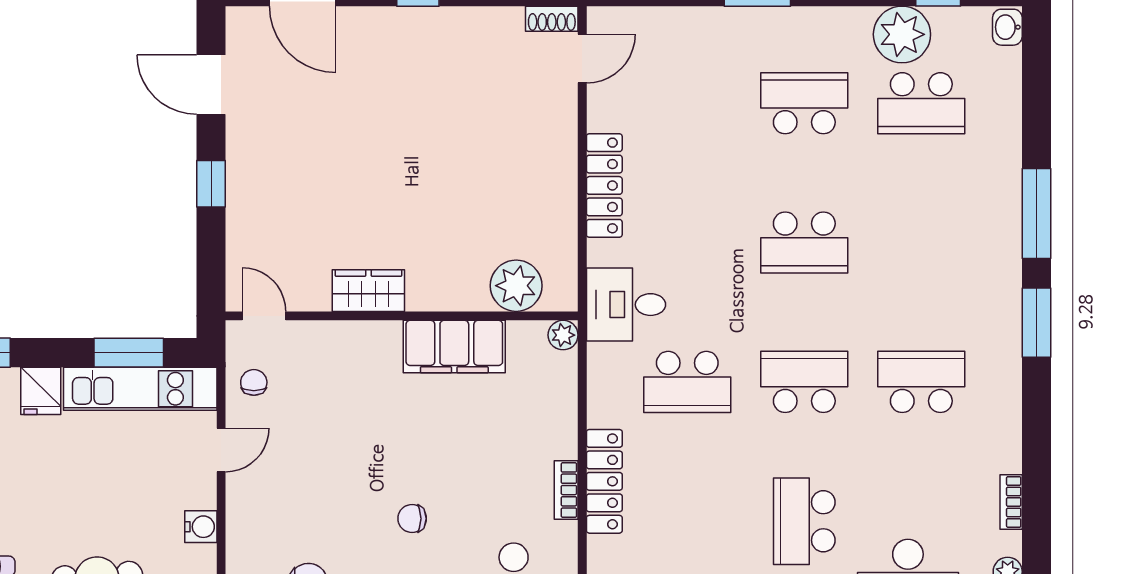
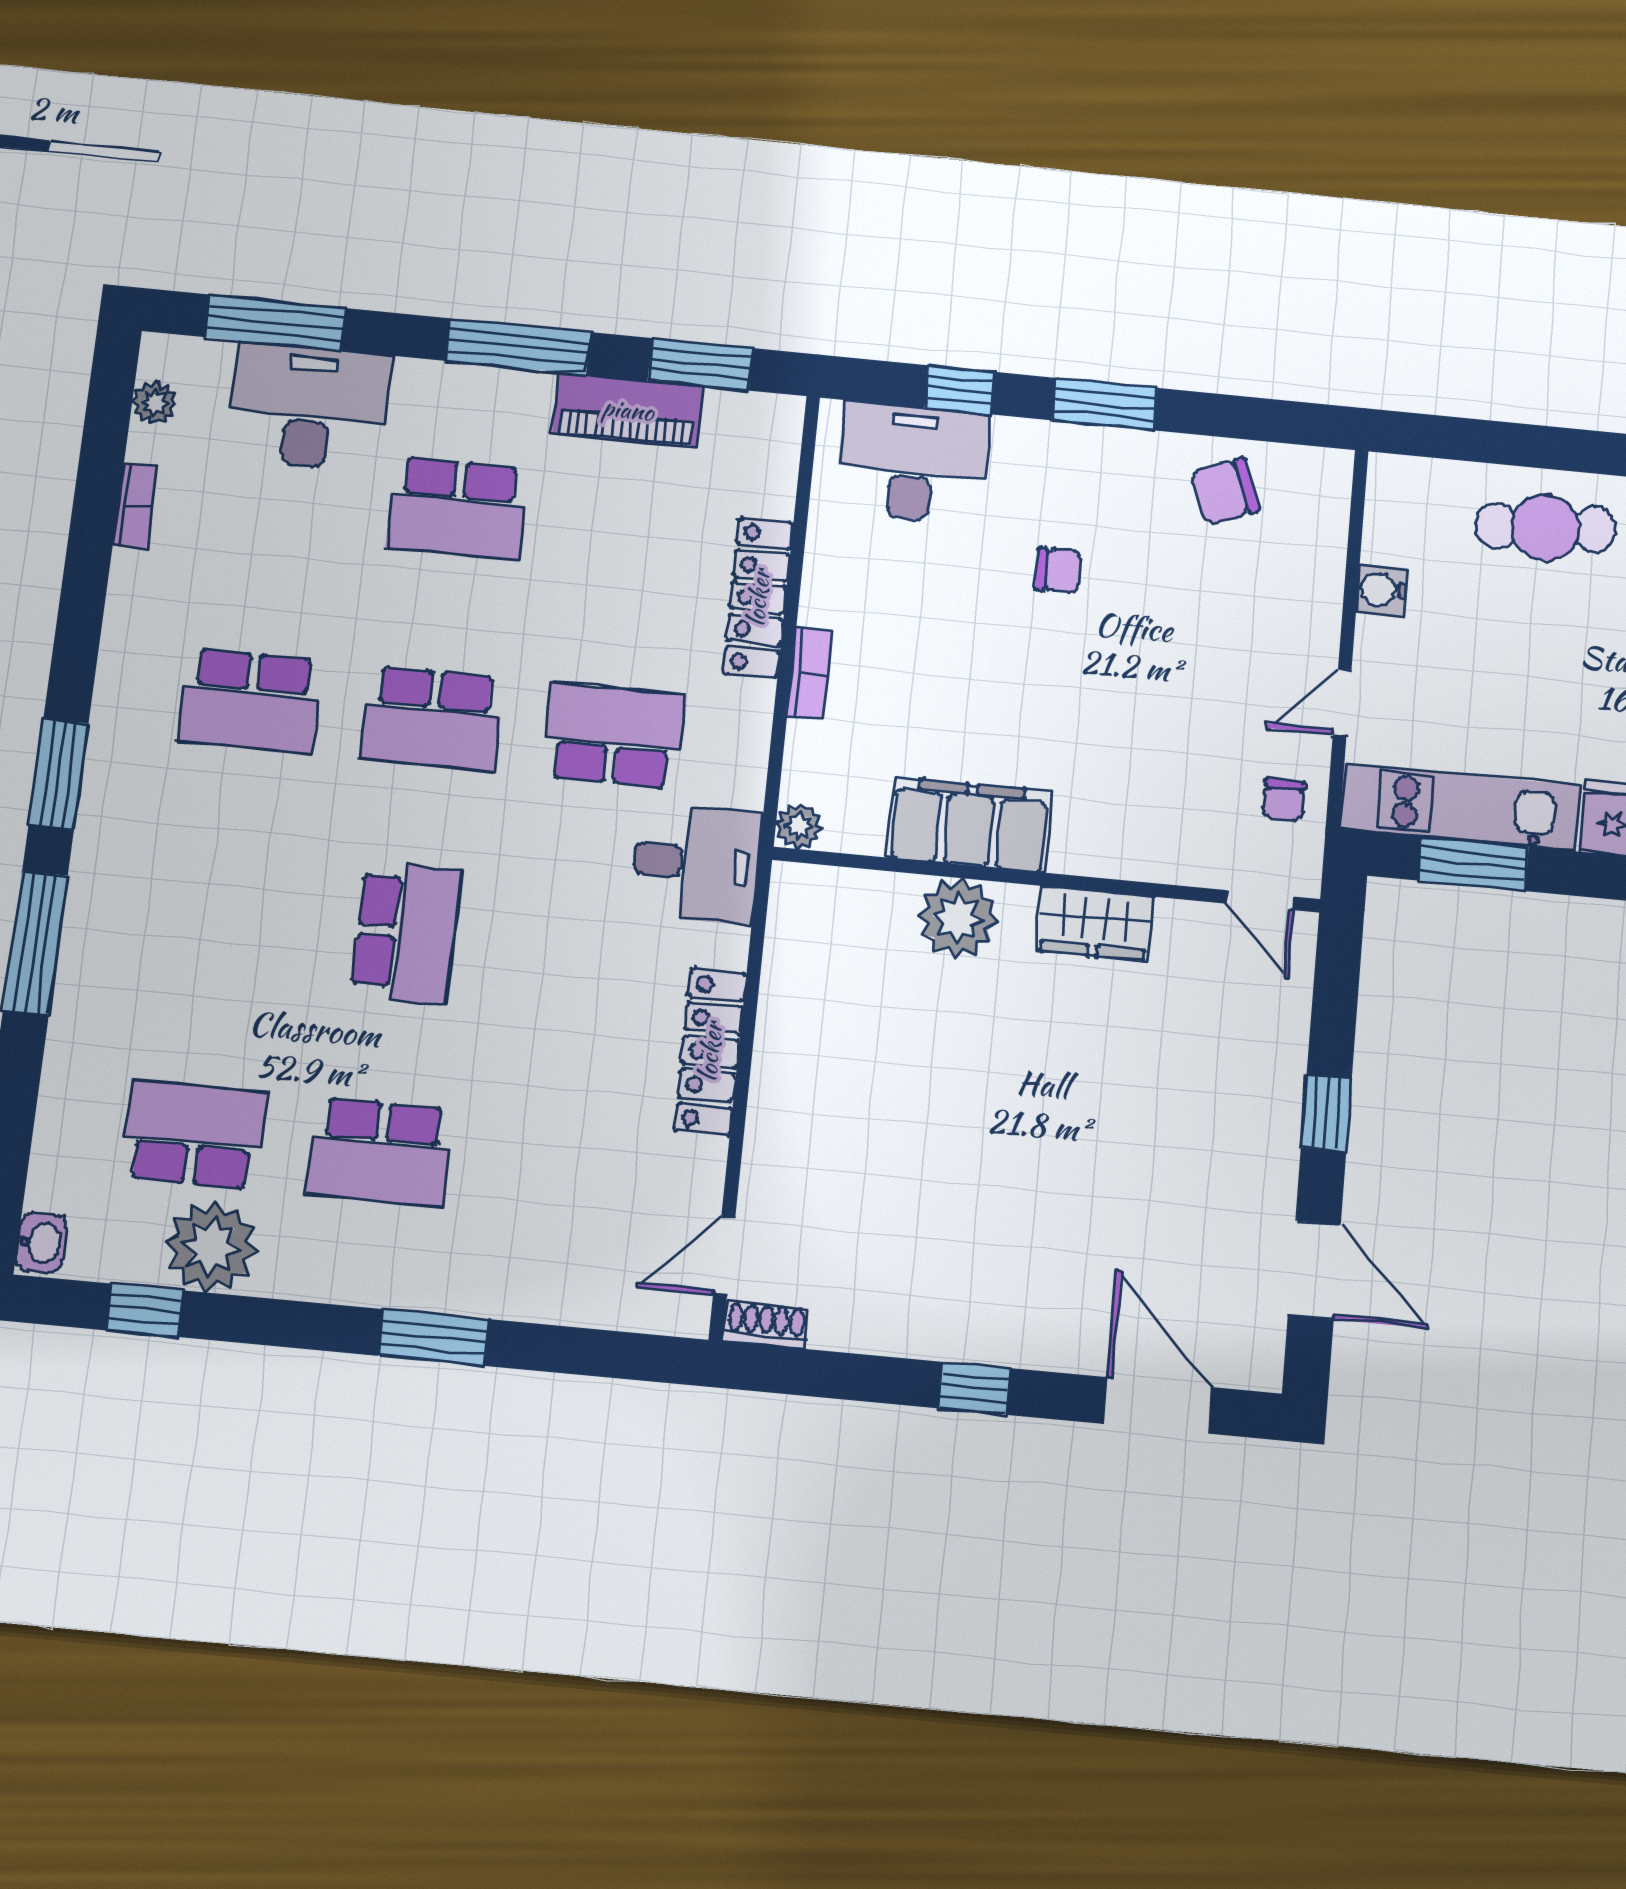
school desk: (804, 243) -> (406, 933), turned 90
plant: (516, 286) -> (958, 918), moved
bookcase: (566, 490) -> (810, 673), moved
school desk: (804, 521) -> (457, 508), turned 90

